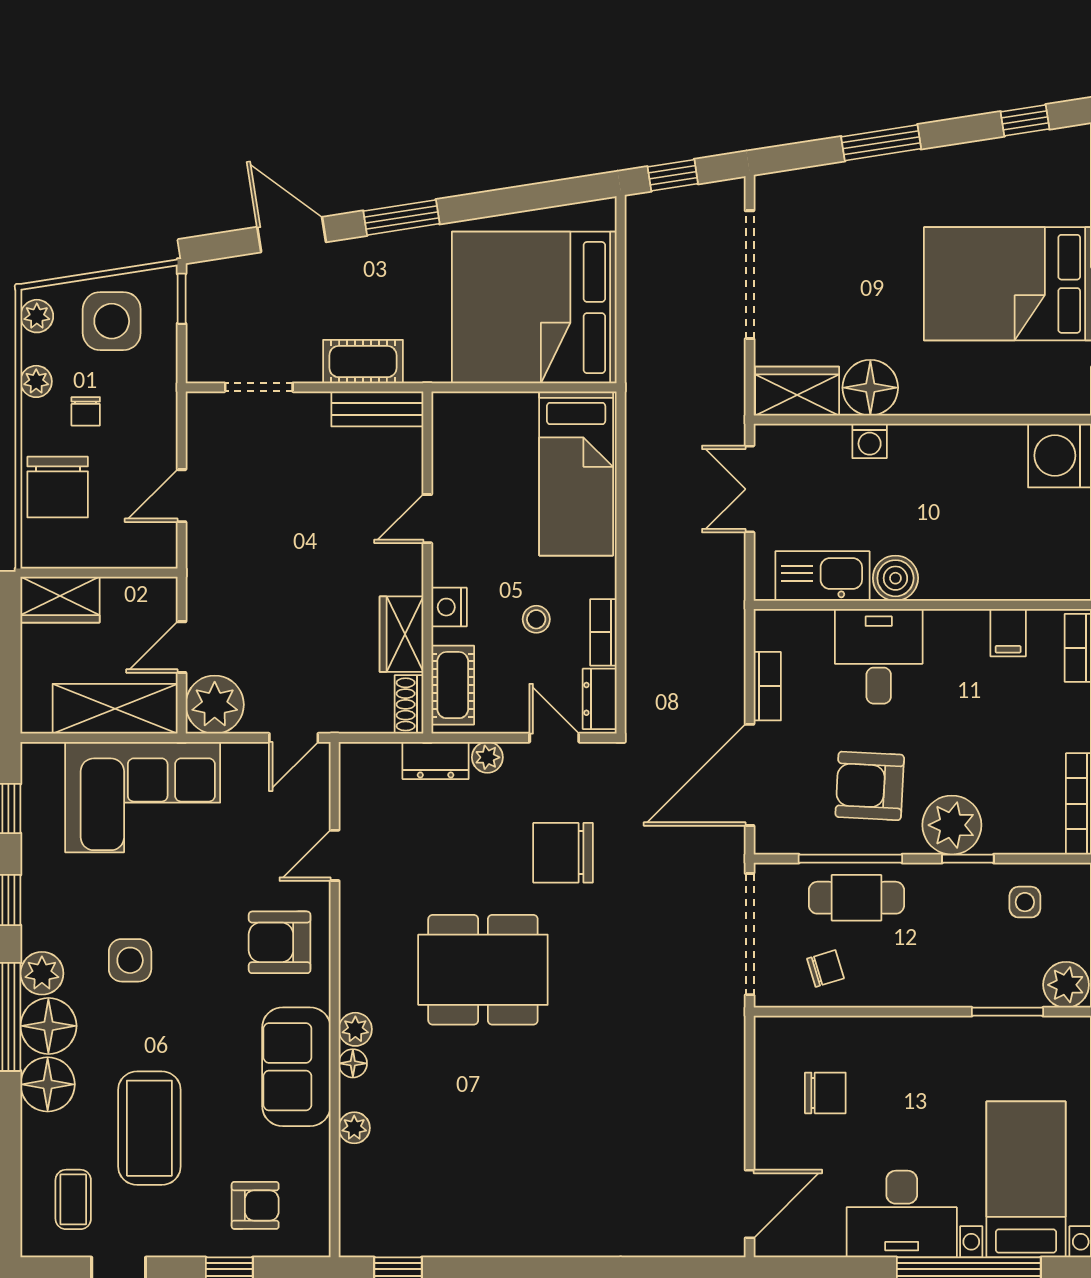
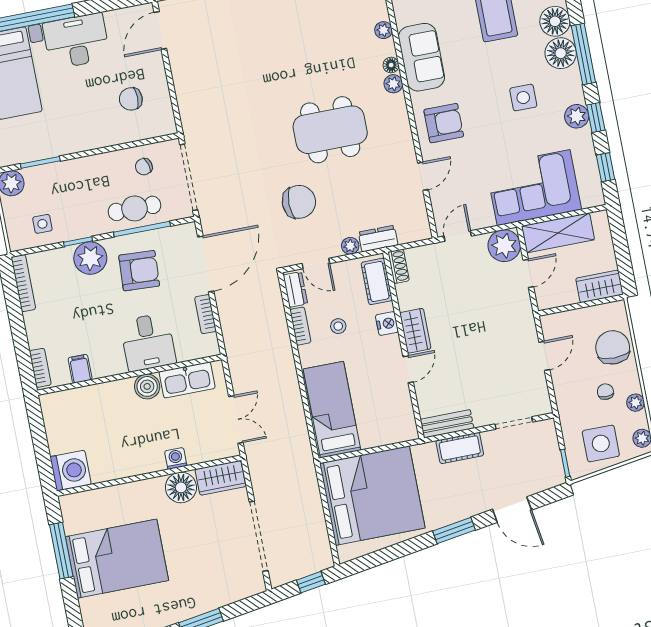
wardrobe: (401, 634) -> (415, 331), moved
plant: (42, 973) -> (577, 116), moved

